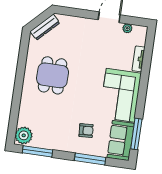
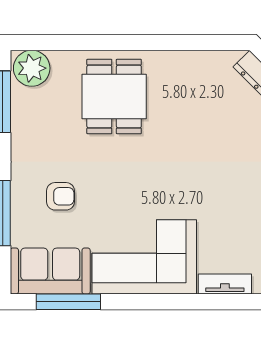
dining table: (53, 75) -> (114, 97), moved, turned 90
armchair: (86, 131) -> (60, 196), turned -86

